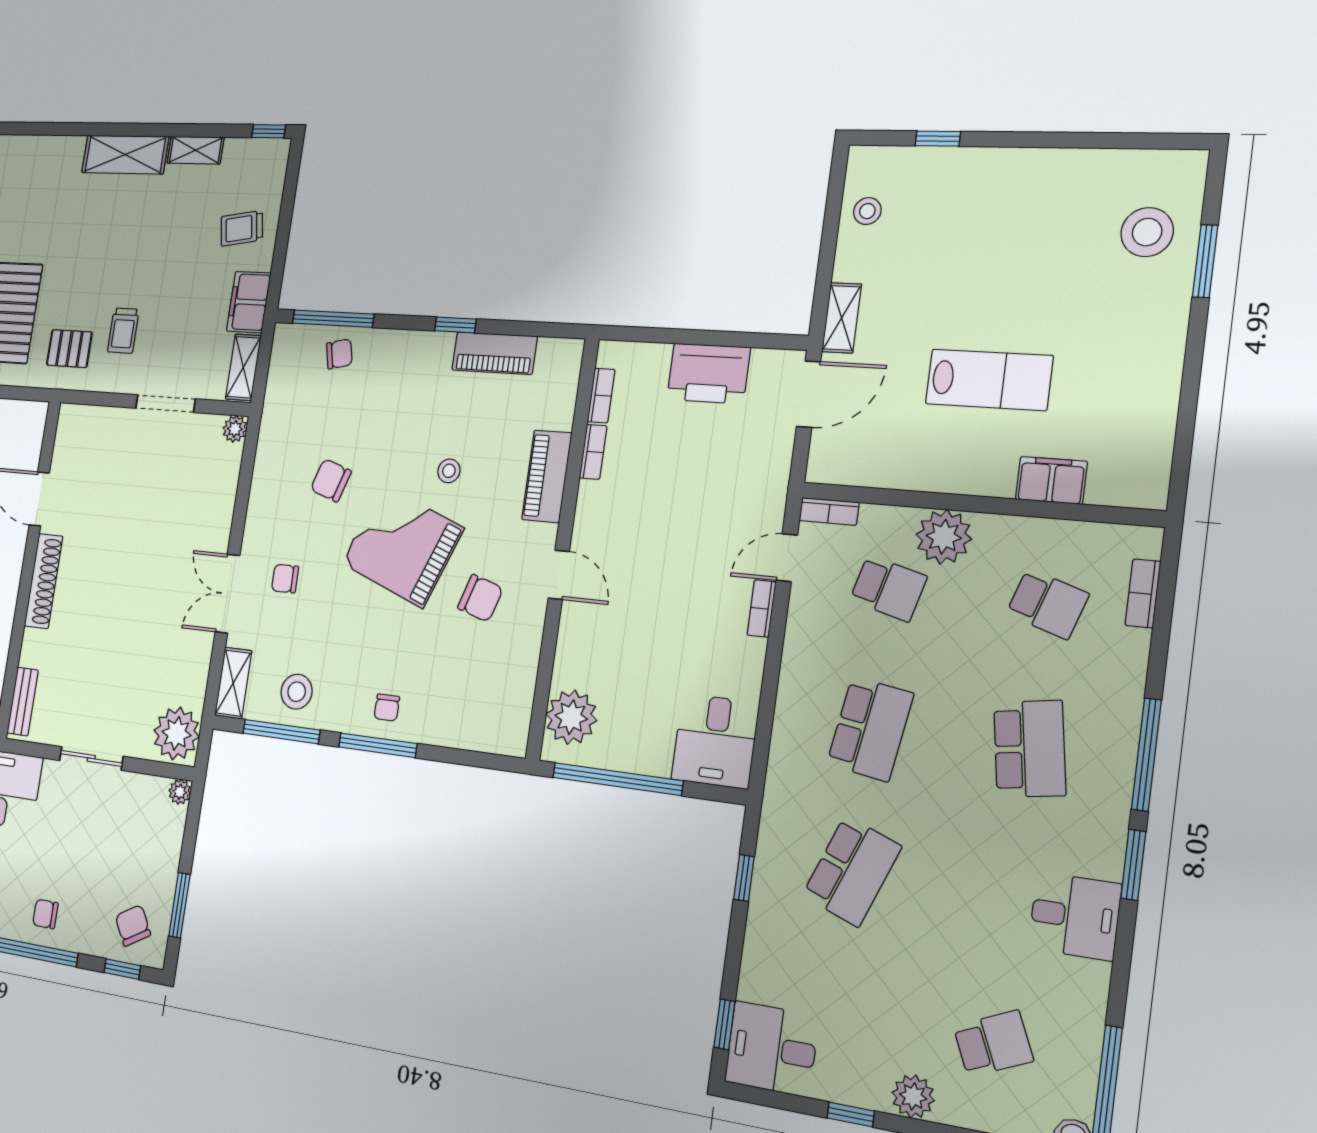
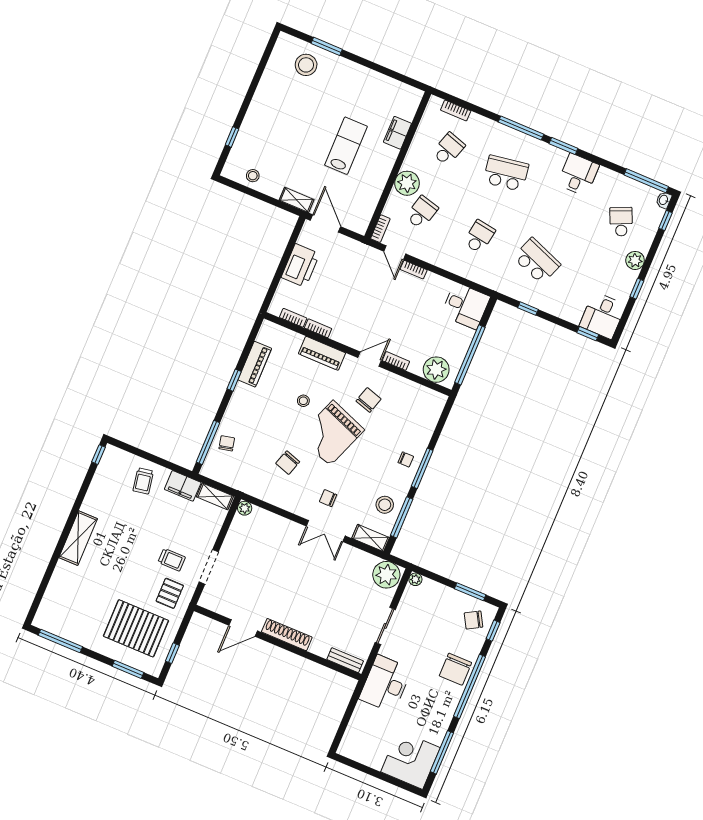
shelving: (195, 150) -> (92, 497), removed
doorway: (165, 404) -> (209, 567), moved
chair: (285, 579) -> (328, 498), turned 91
bookcase: (568, 629) -> (396, 361), added
school desk: (870, 729) -> (479, 237), width x0.54
chair: (45, 914) -> (455, 669), width x1.87, depth x1.87

